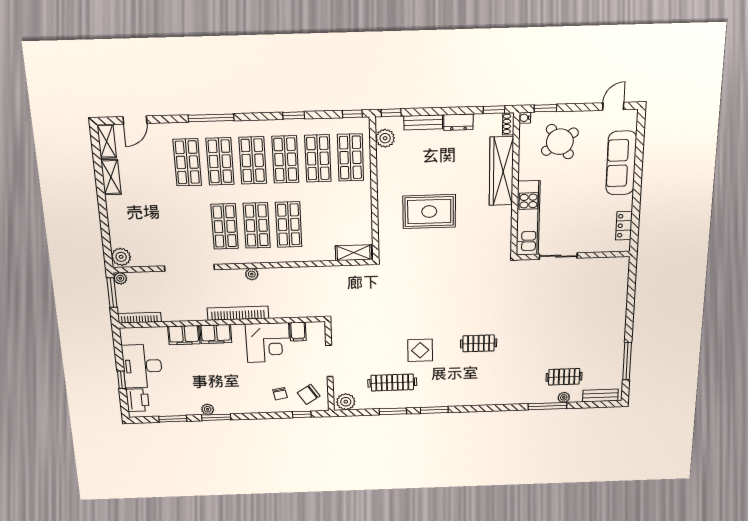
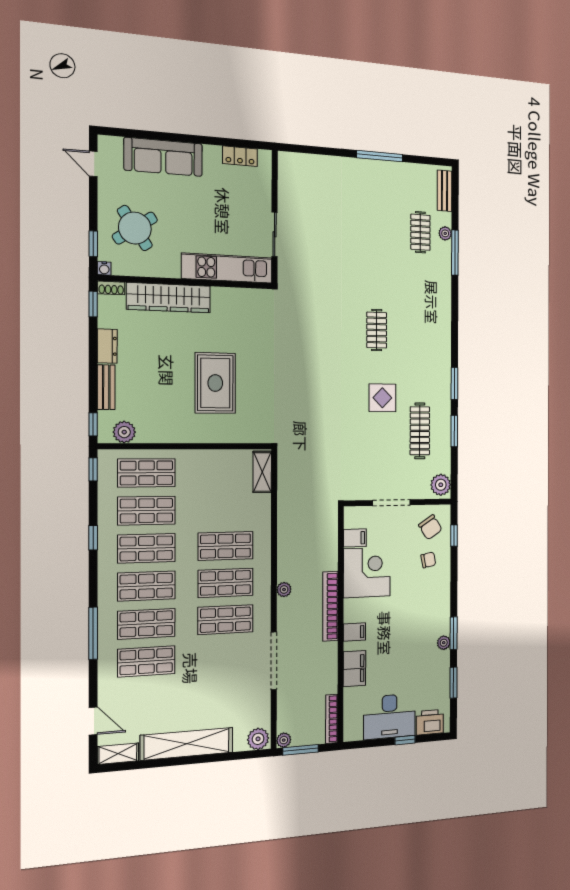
shelving: (111, 177) -> (187, 744), width x2.20, depth x1.33
filing cabinet: (216, 334) -> (354, 632), width x0.50
window: (627, 361) -> (380, 156), moved

